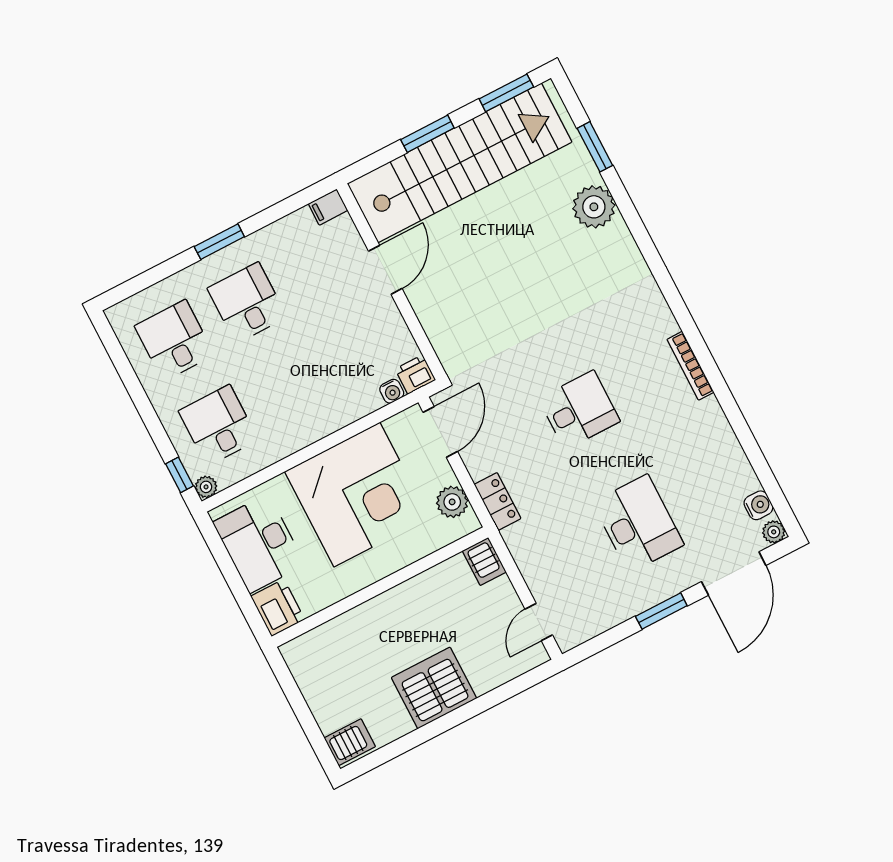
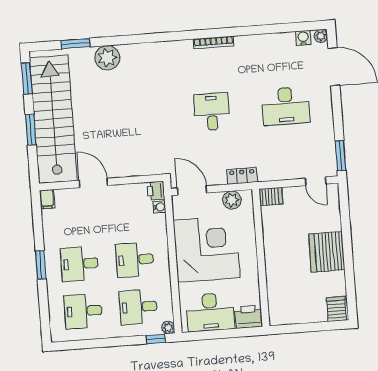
desk: (291, 388) -> (135, 260), added
desk: (638, 524) -> (286, 106), turned 180
window: (661, 611) -> (341, 156), moved

